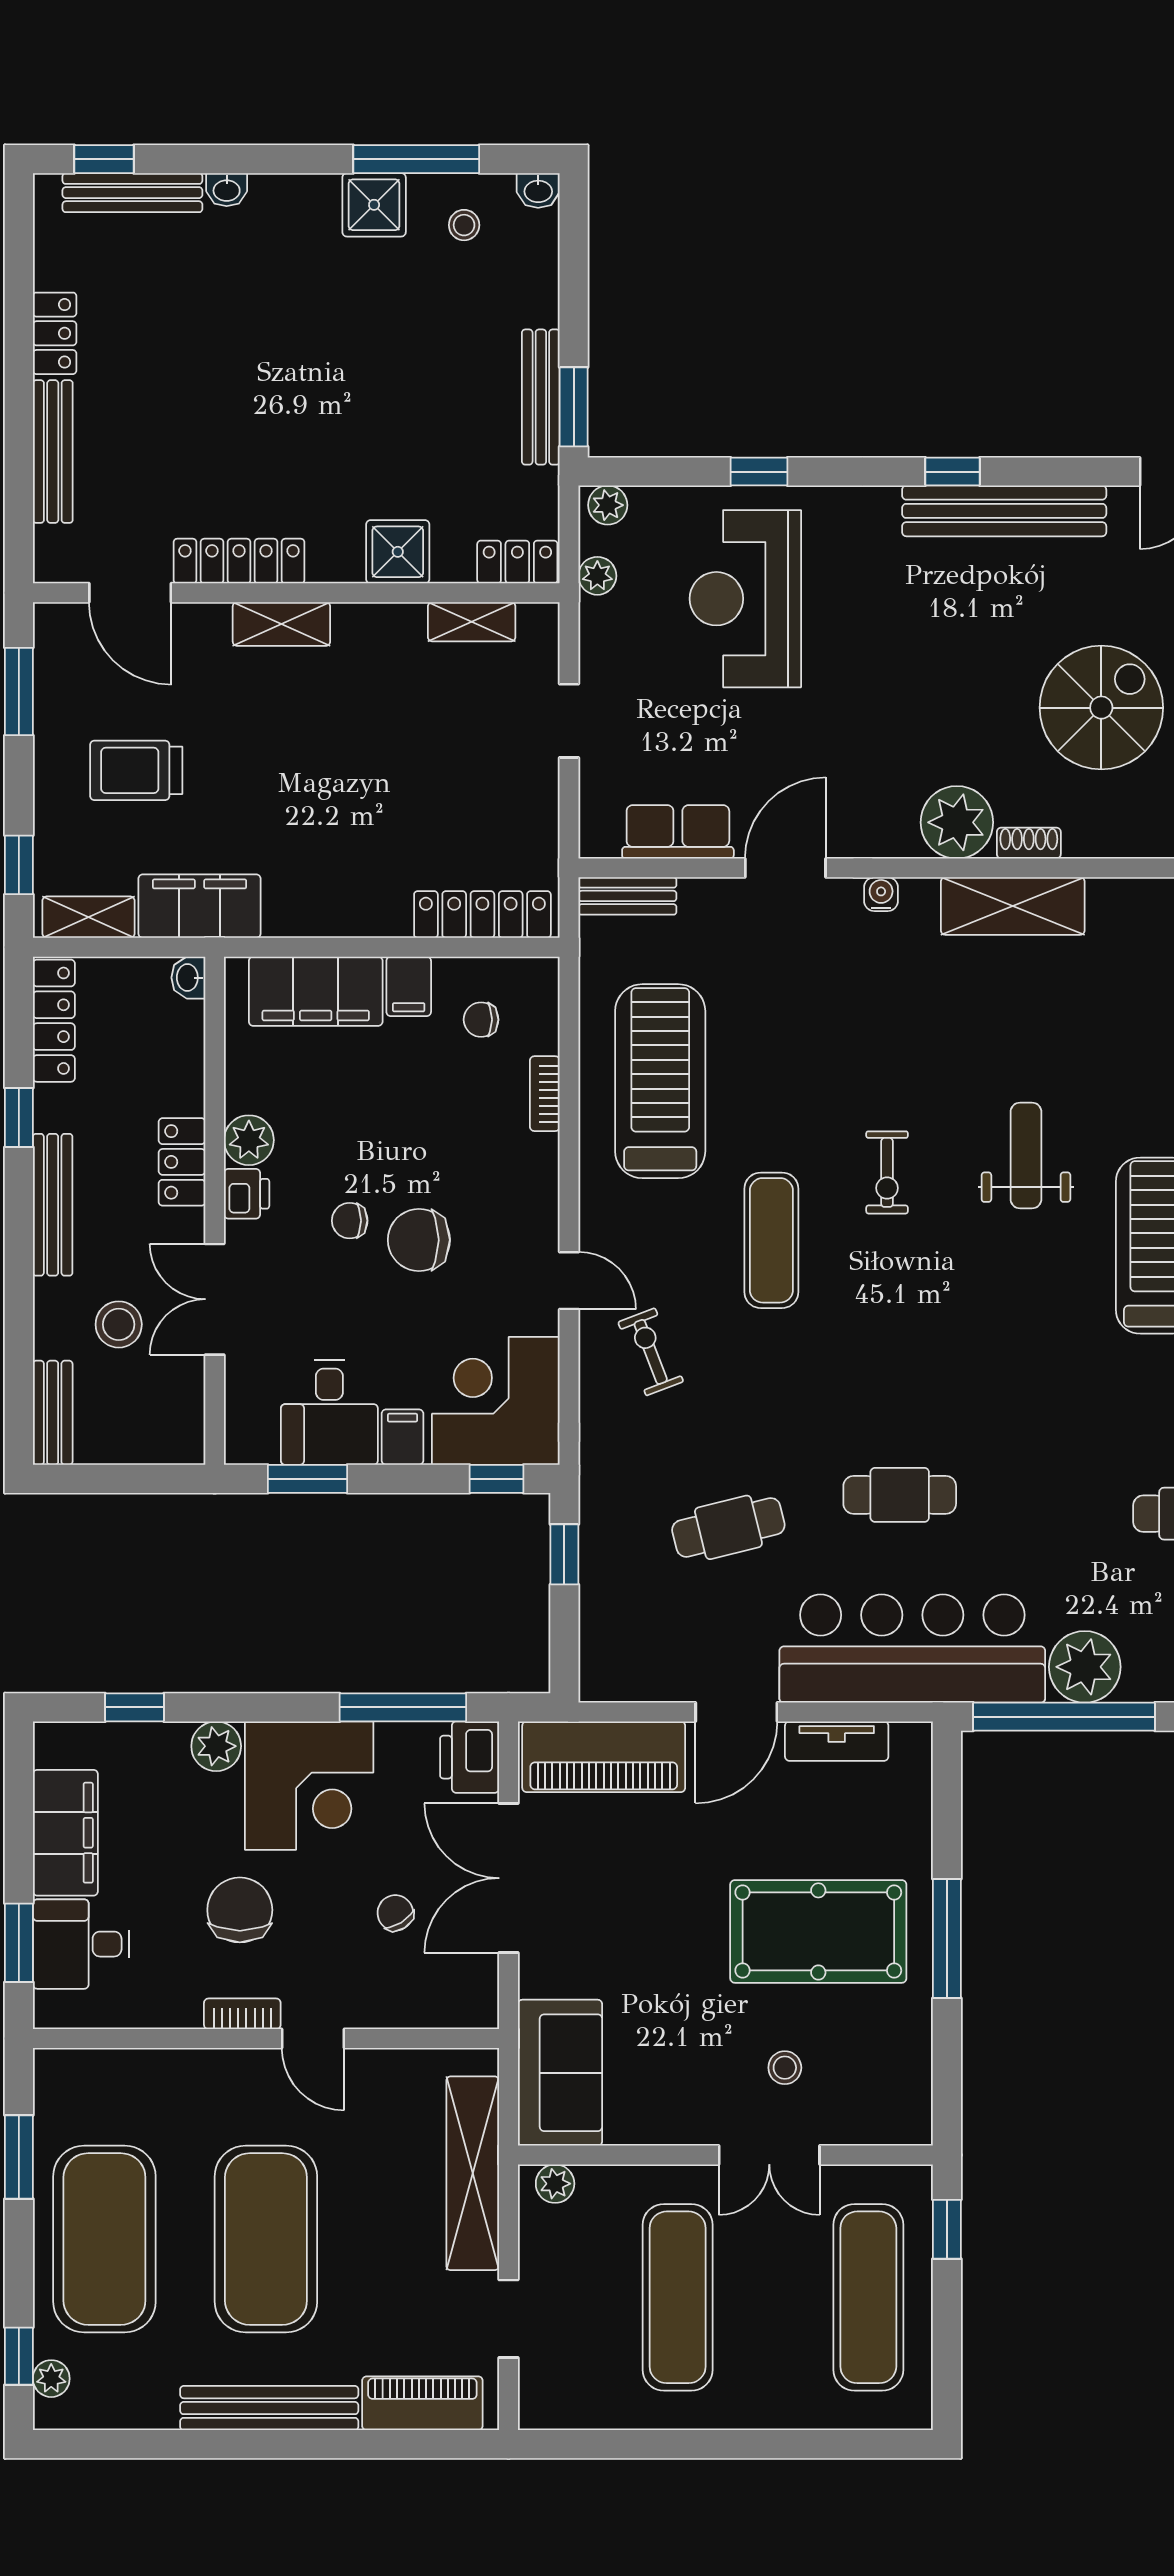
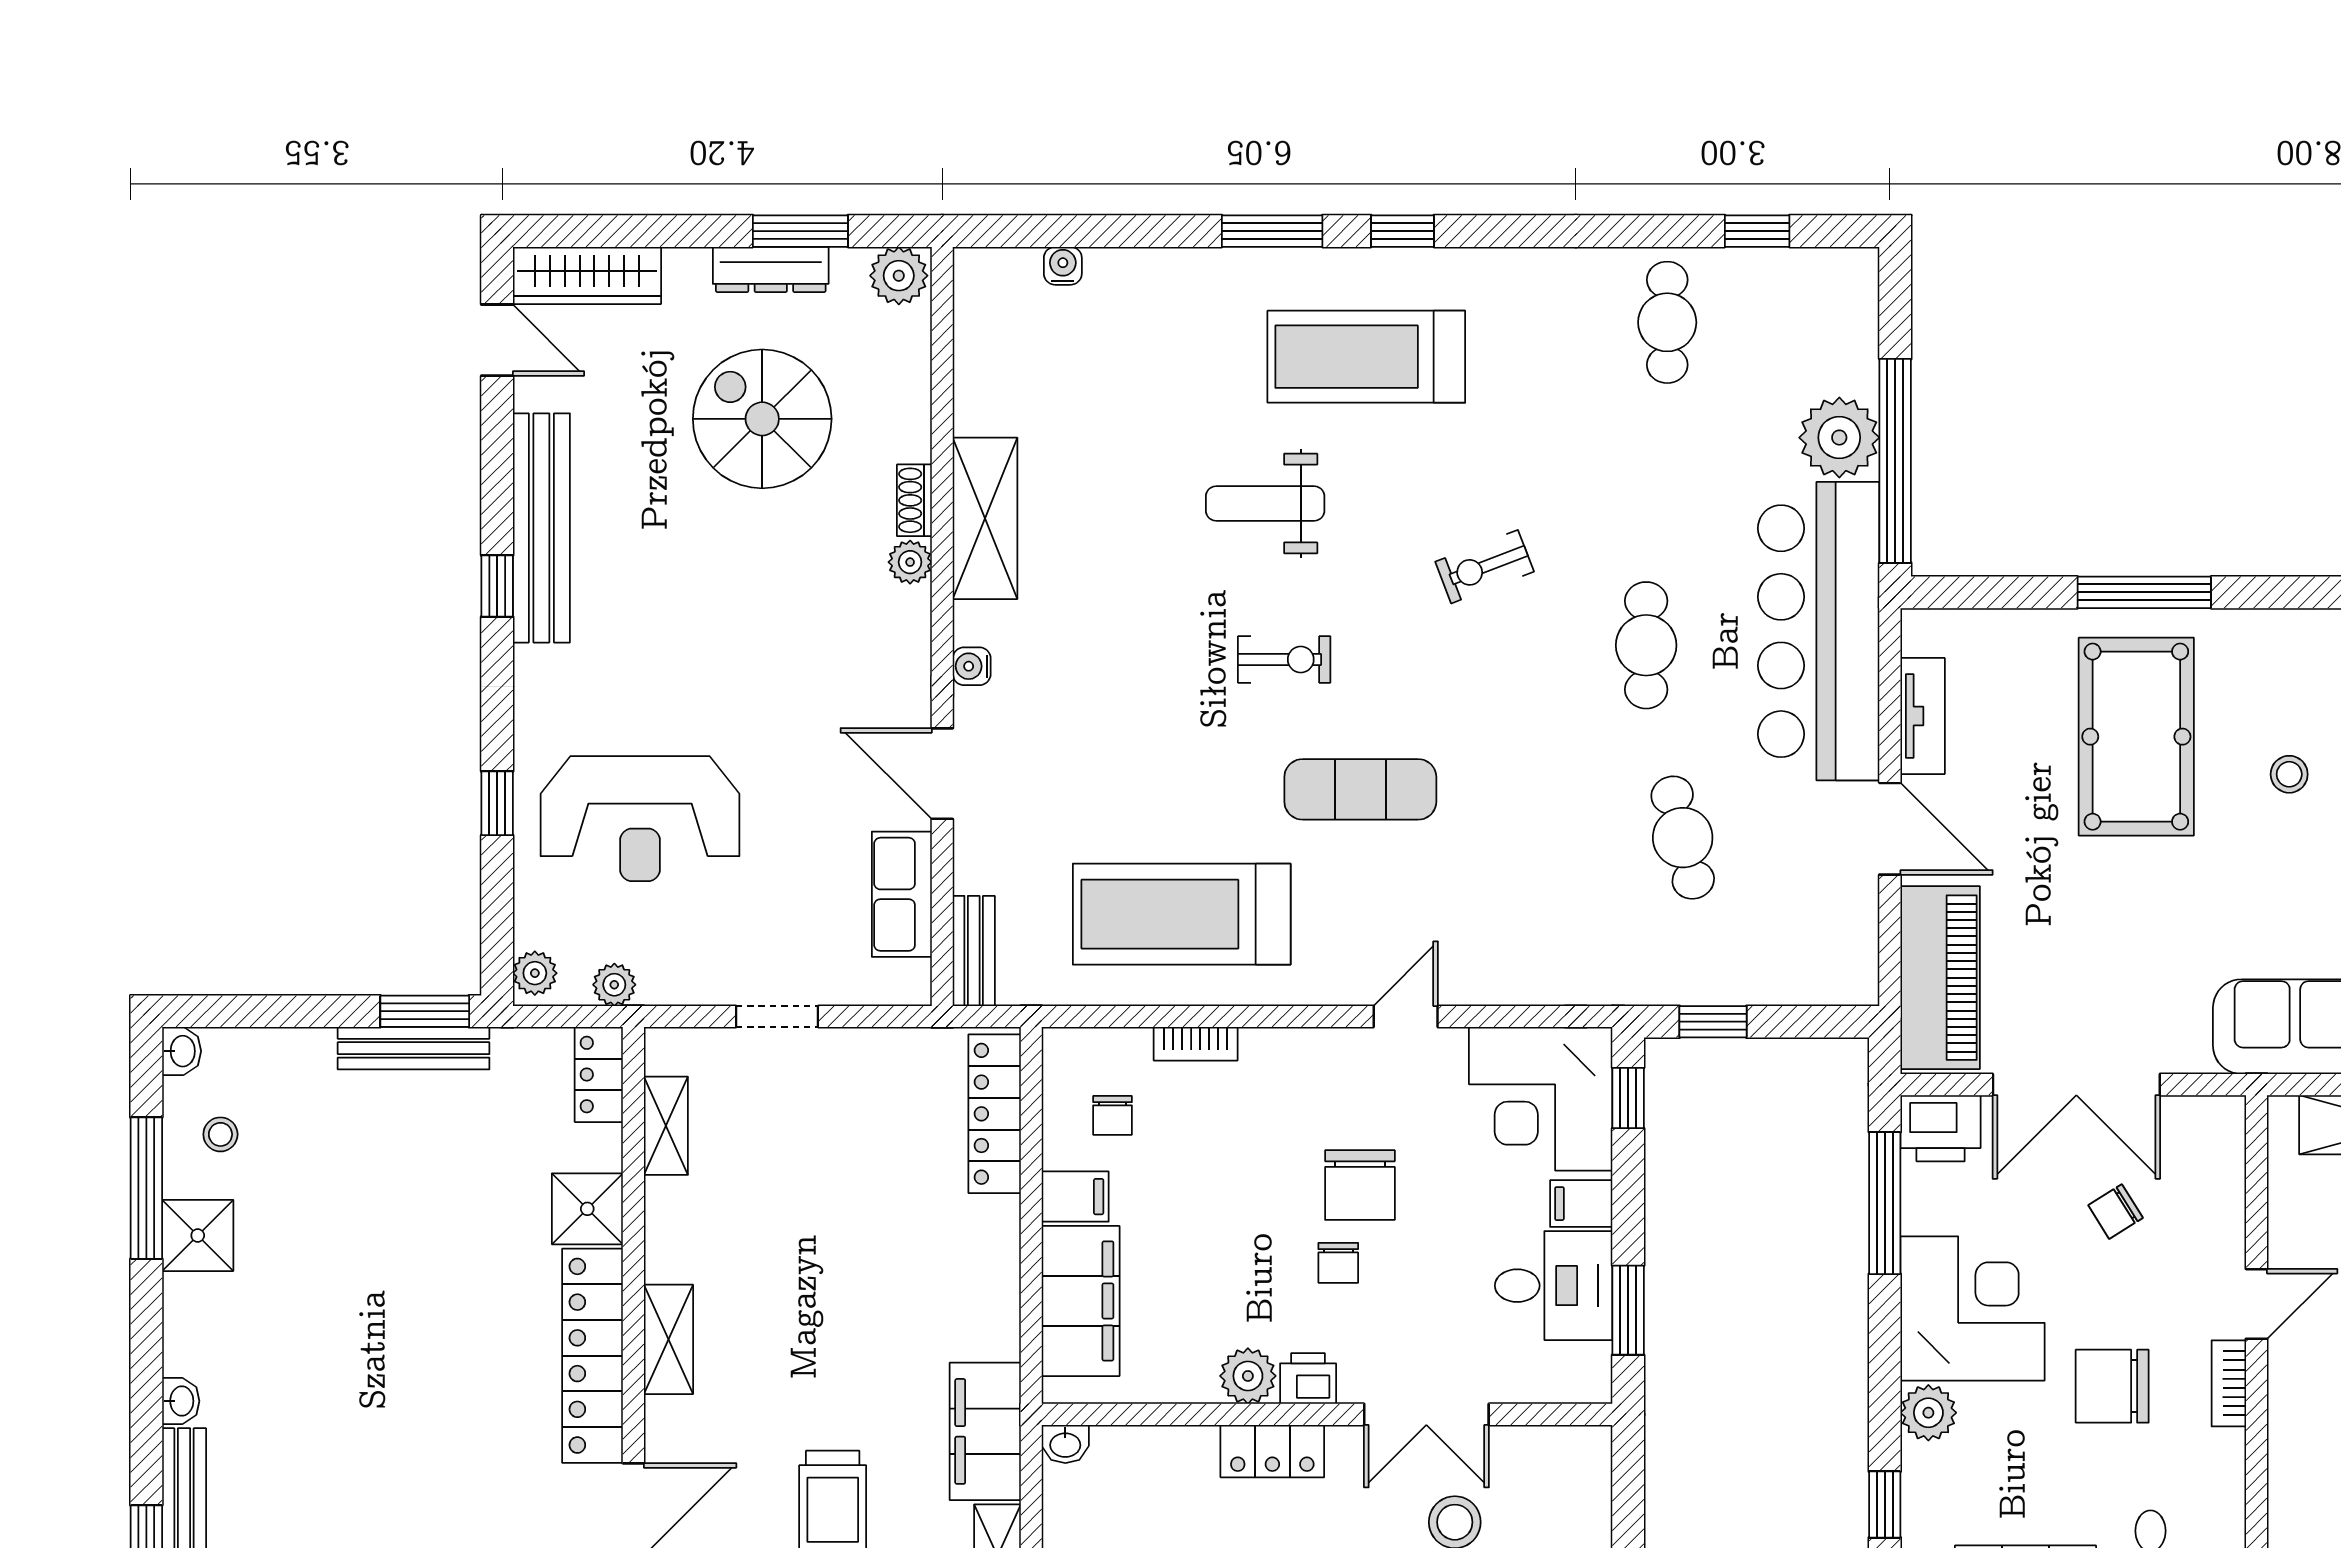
locker: (239, 561) -> (593, 1356), width x1.41, depth x1.21
plant: (957, 822) -> (910, 562), width x0.53, depth x0.53
exercise bike: (651, 1352) -> (1485, 567), moved

